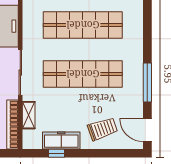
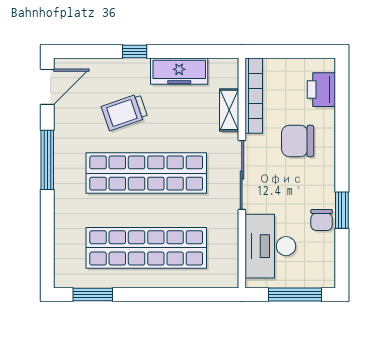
trolley: (103, 129) -> (125, 112), moved
door: (147, 130) -> (47, 87), hinge flipped
window: (57, 153) -> (135, 52), moved

